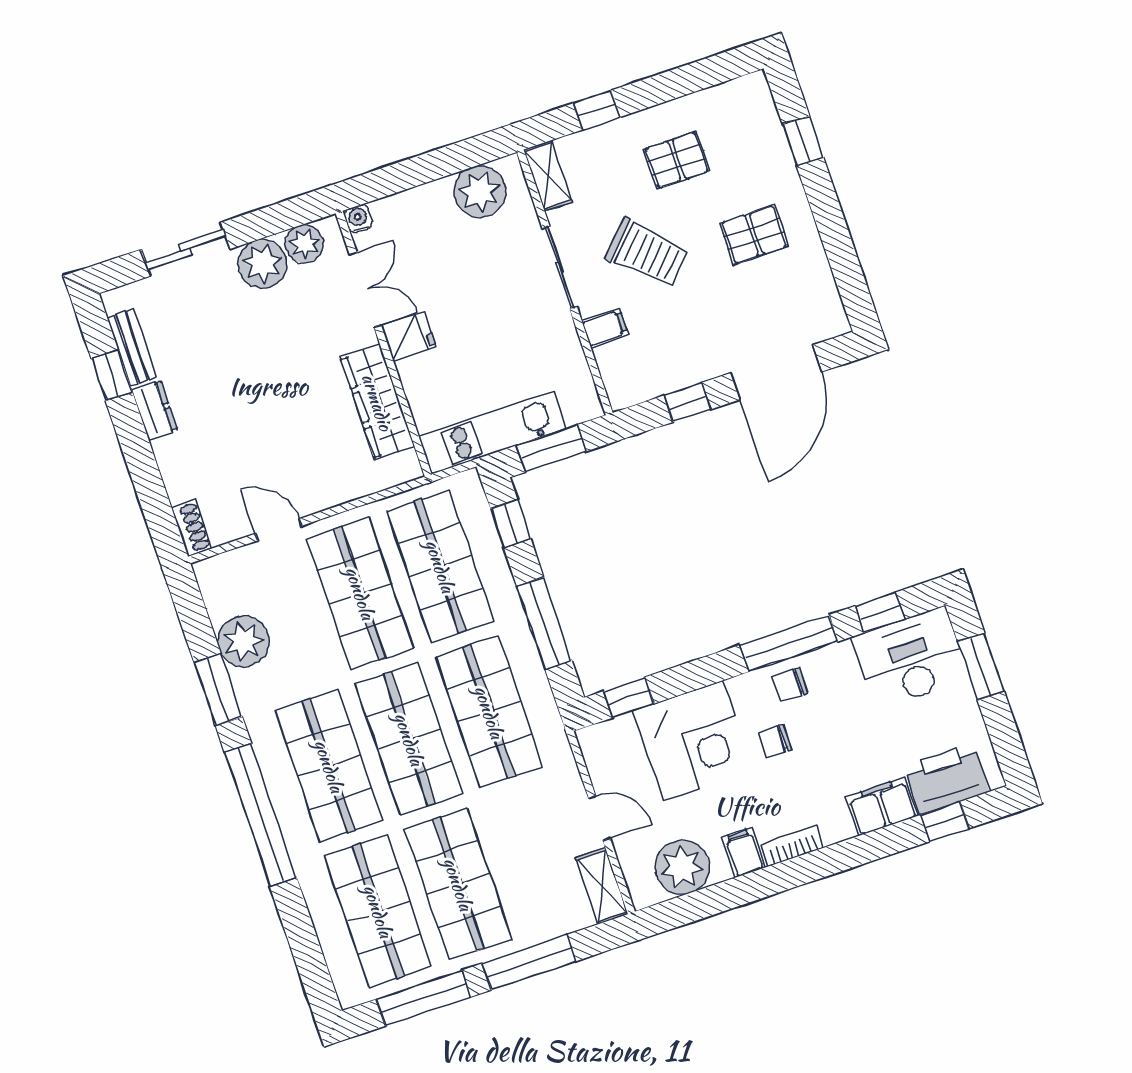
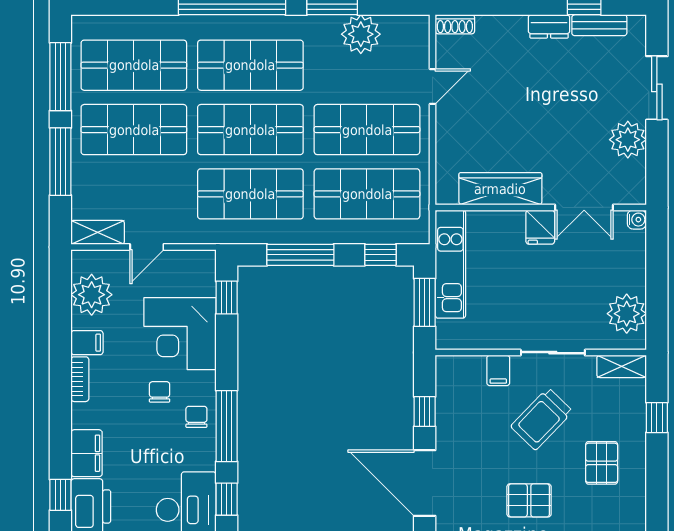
pallet: (754, 235) -> (529, 500), turned 90
plant: (304, 244) -> (632, 175), removed

